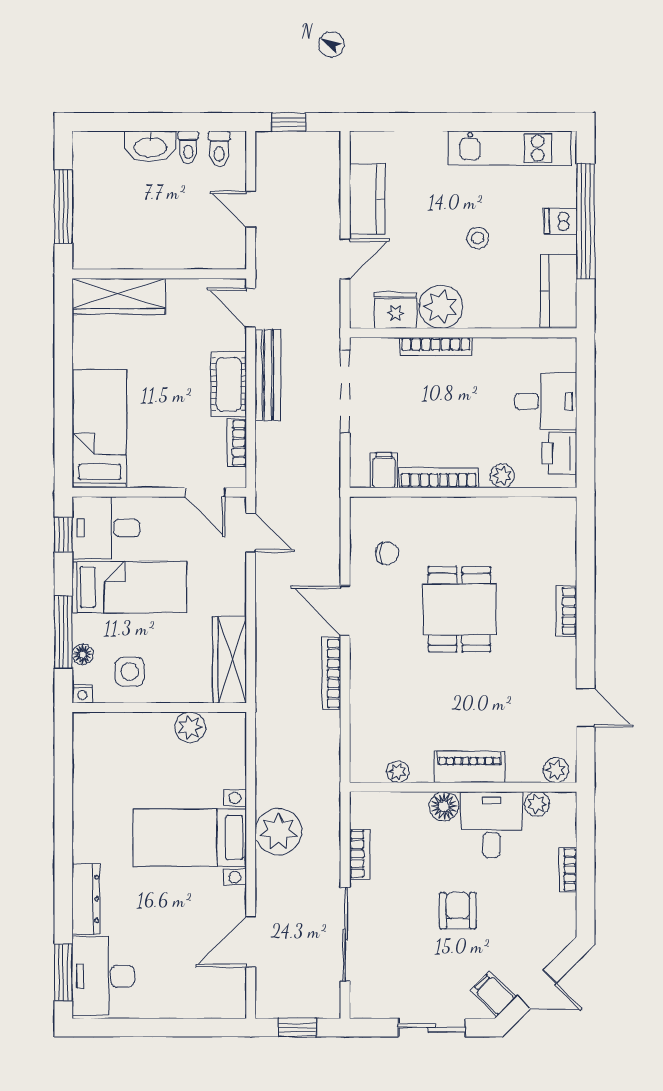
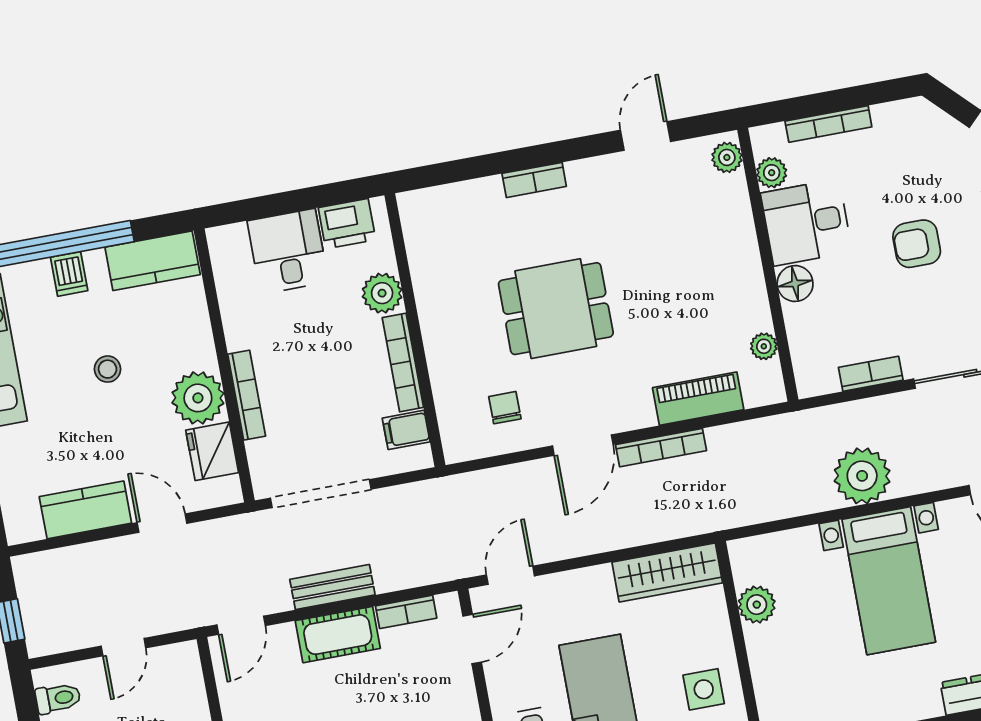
bench: (268, 375) -> (332, 587), width x0.73
plant: (502, 476) -> (382, 293), width x1.38, depth x1.38
piano: (469, 767) -> (698, 399), moved, turned 90
bookcase: (568, 870) -> (828, 124), width x1.56

